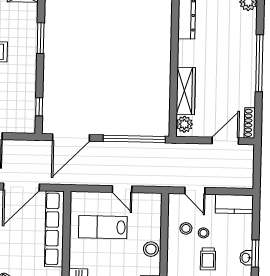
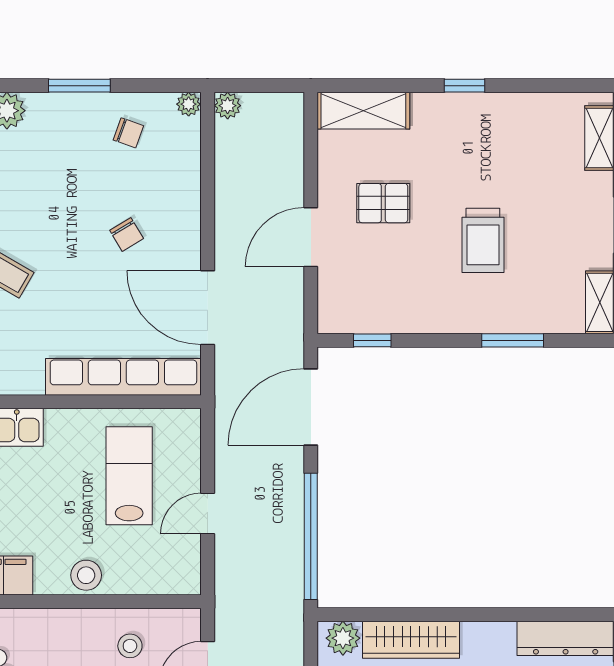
door: (71, 138) -> (311, 407), hinge flipped

